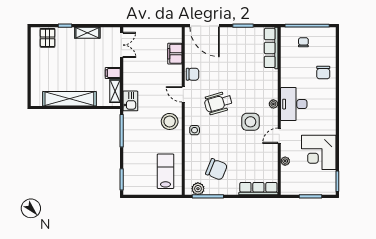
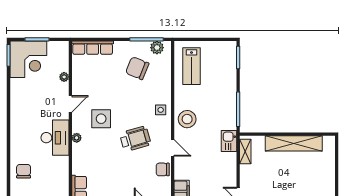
filing cabinet: (113, 73) -> (248, 171), removed
corner desk: (319, 152) -> (28, 59), moved, turned 90

